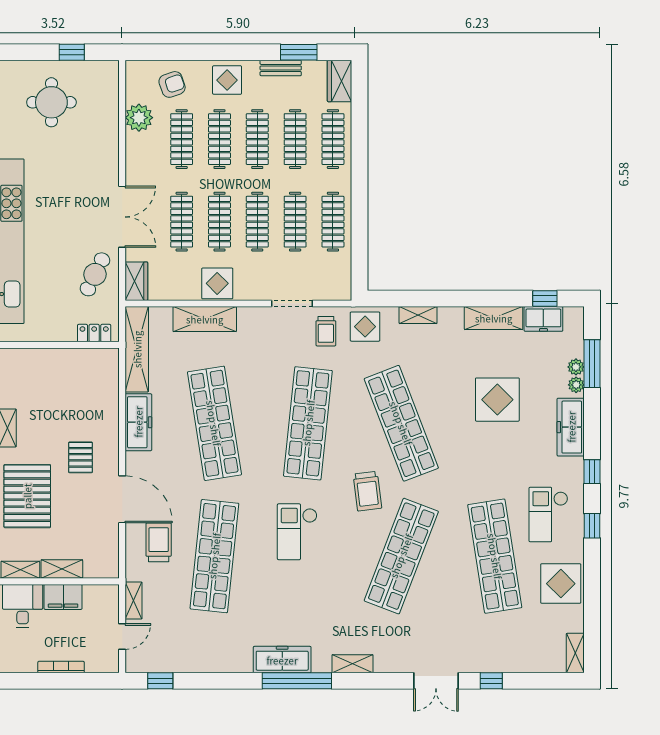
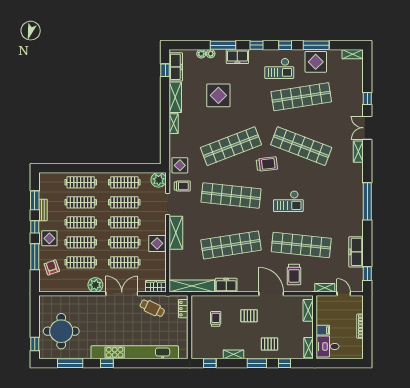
window: (72, 52) -> (35, 344), moved
window: (192, 52) -> (35, 257), added
window: (249, 52) -> (35, 227), added
wardrobe: (340, 81) -> (50, 179), removed
round table: (51, 102) -> (61, 331), width x1.36, depth x1.36
plant: (139, 118) -> (95, 285), moved
plant: (338, 286) -> (159, 180), added
shelving: (418, 315) -> (174, 124), moved
shelving: (205, 319) -> (176, 233), moved
freezer: (543, 319) -> (176, 67), width x1.40
window: (592, 364) -> (223, 45), moved
trolley: (75, 394) -> (216, 319), added
freezer: (138, 422) -> (226, 285), width x0.71
freezer: (571, 427) -> (237, 57), width x0.71
pallet: (27, 496) -> (269, 344), width x0.49, depth x0.50
door: (122, 499) -> (271, 294), hinge flipped
trolley: (159, 542) -> (294, 275), turned -90
shelving: (62, 569) -> (308, 310), moved
window: (592, 584) -> (316, 45), added
filing cabinet: (63, 597) -> (323, 330), width x0.50
freezer: (282, 660) -> (356, 252), moved
shelving: (352, 664) -> (358, 152), moved
double door: (436, 681) -> (367, 128), swing flipped

